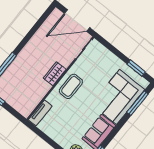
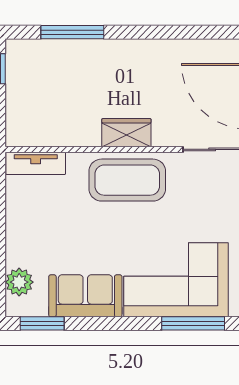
coffee table: (71, 86) -> (127, 180), width x1.36, depth x1.32

